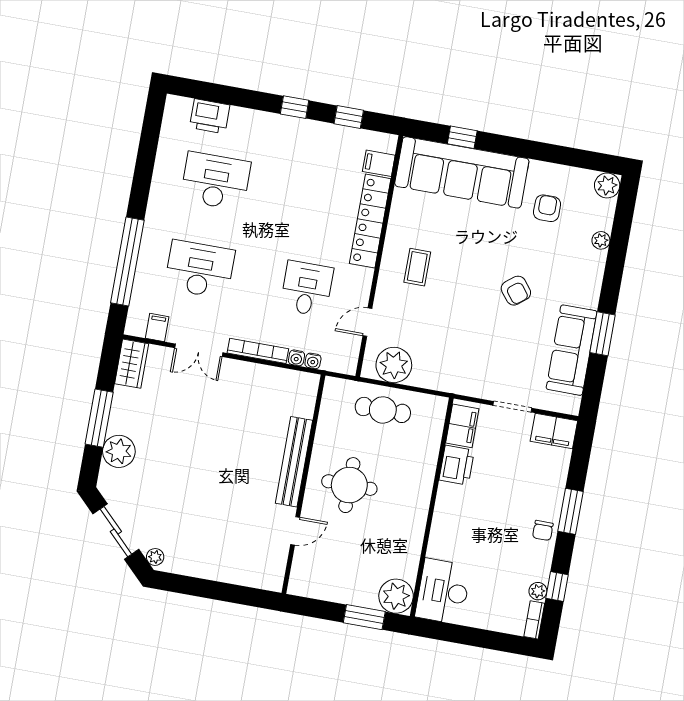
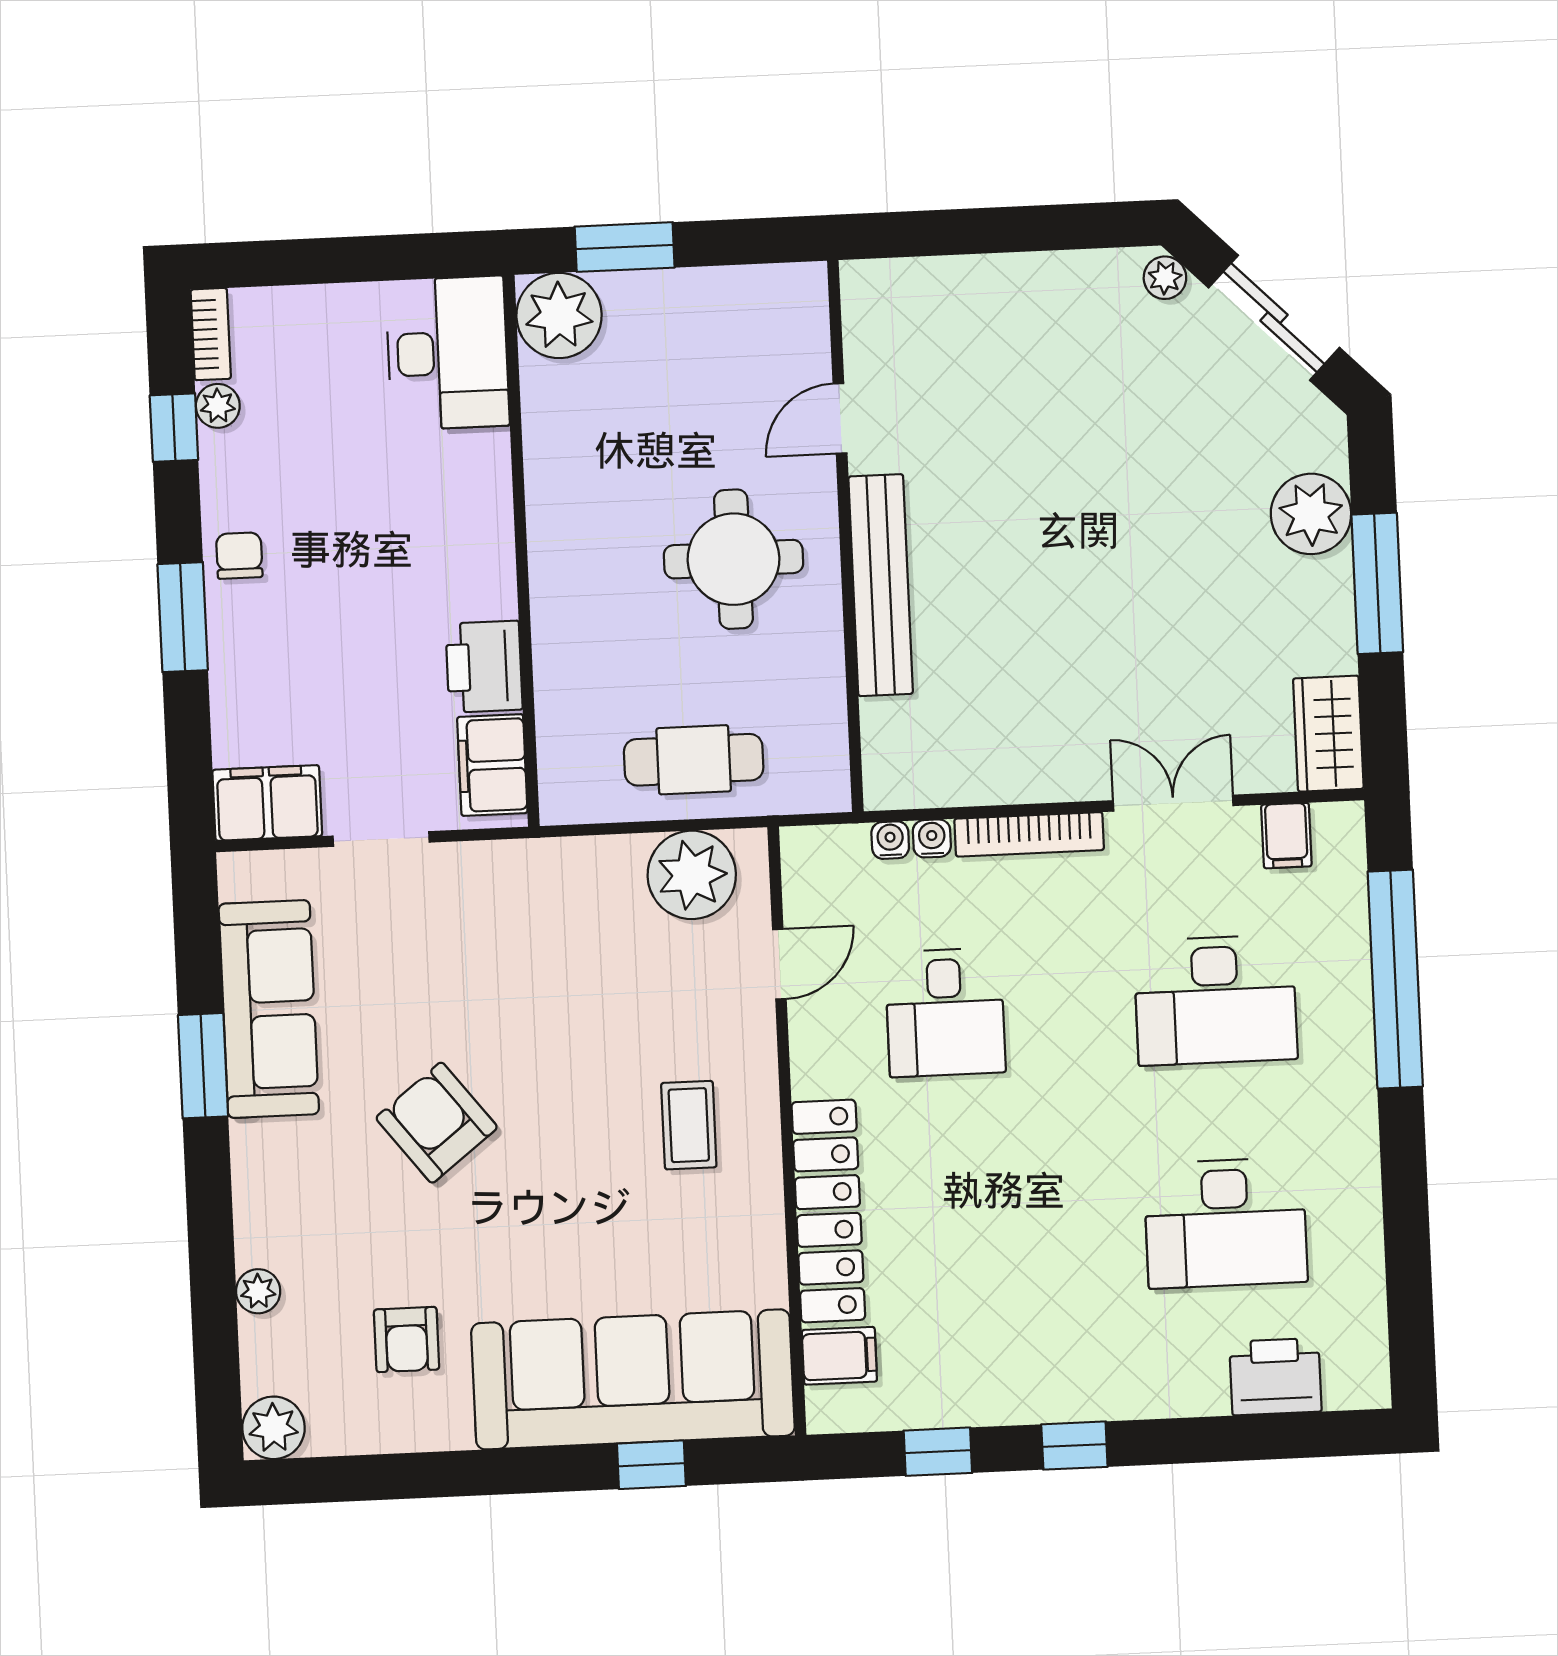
armchair: (516, 291) -> (437, 1123), width x1.38, depth x1.38

